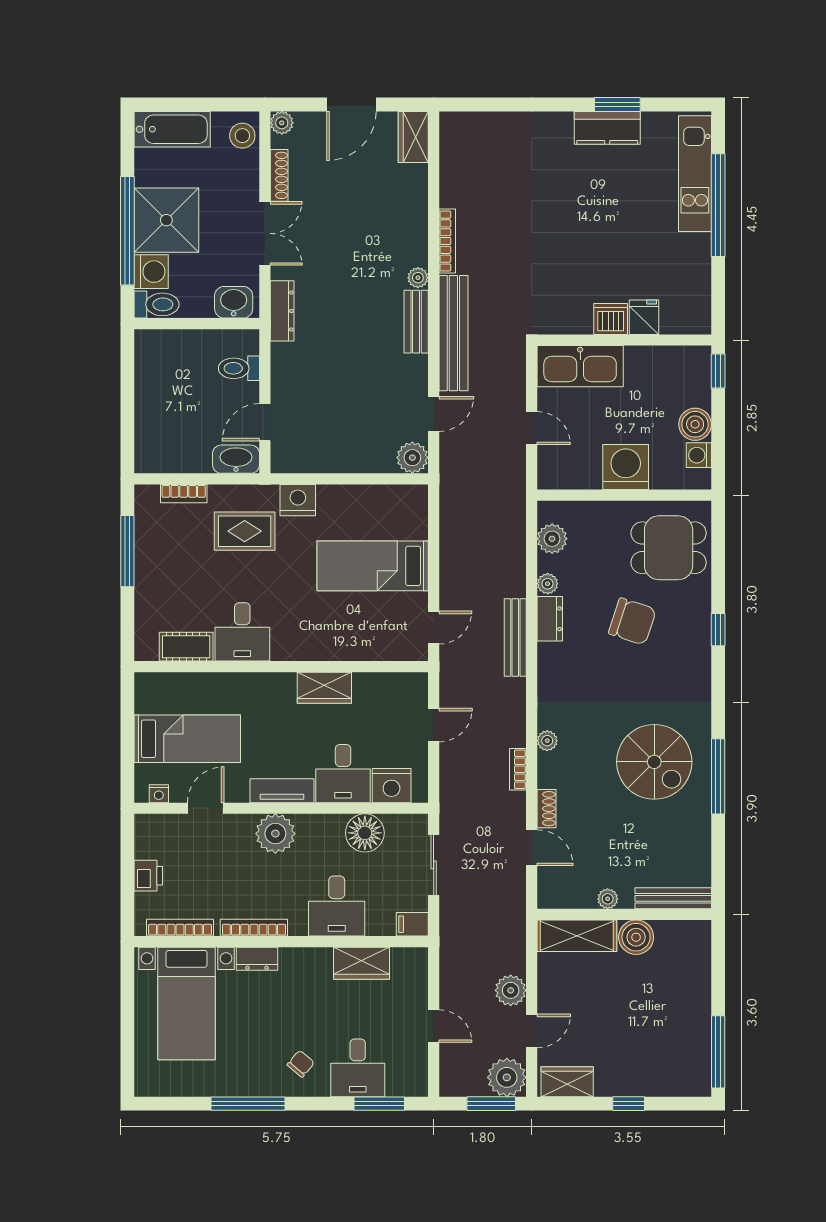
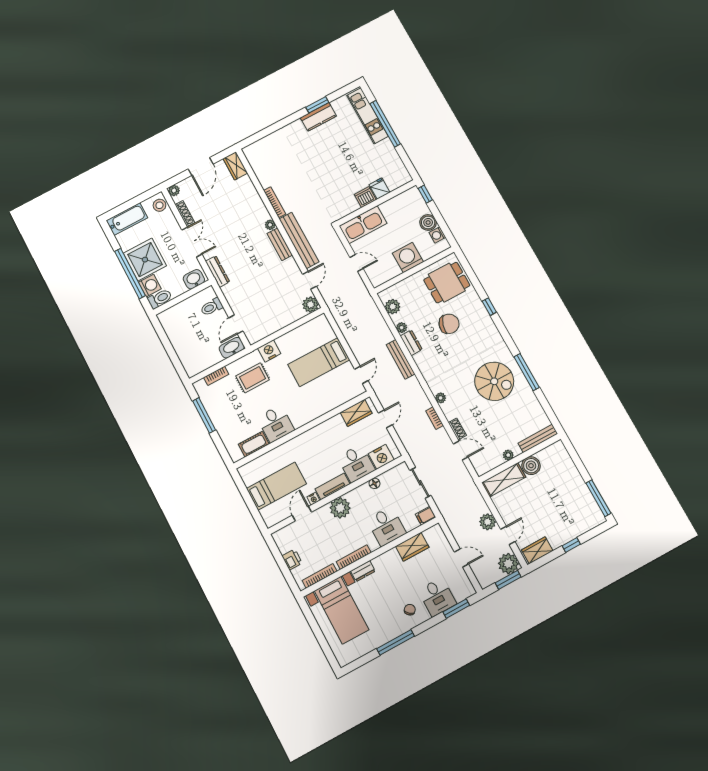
wardrobe: (324, 688) -> (356, 413), moved
nightstand: (159, 794) -> (313, 499), moved
floor lamp: (365, 833) -> (374, 483), width x0.53, depth x0.53

